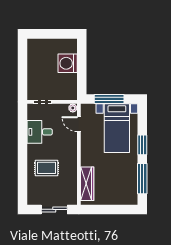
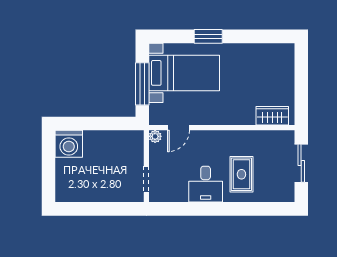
washing machine: (68, 63) -> (69, 144), moved
desk: (40, 132) -> (206, 184), moved
window: (142, 179) -> (257, 36), removed
wardrobe: (87, 184) -> (272, 116), width x0.67

